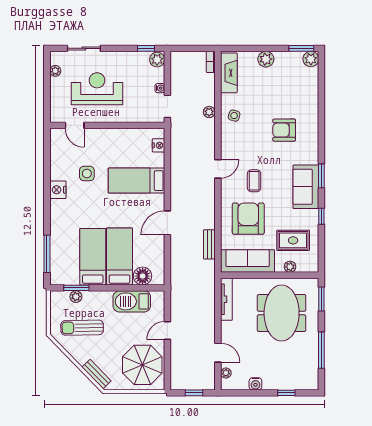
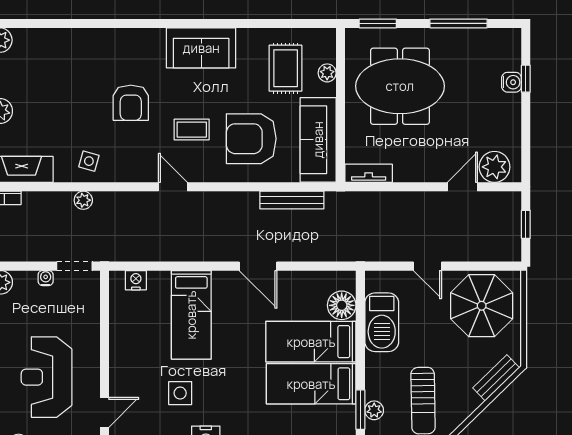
armchair: (284, 130) -> (131, 103), moved
window: (321, 176) -> (184, 23), removed
window: (321, 216) -> (247, 23), removed
bench: (209, 244) -> (292, 200), width x1.36
tv unit: (226, 299) -> (369, 173), width x0.71
plant: (226, 373) -> (494, 167), width x1.88, depth x1.88
water cooler: (255, 384) -> (512, 82), moved

